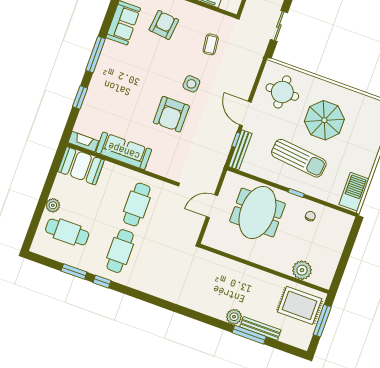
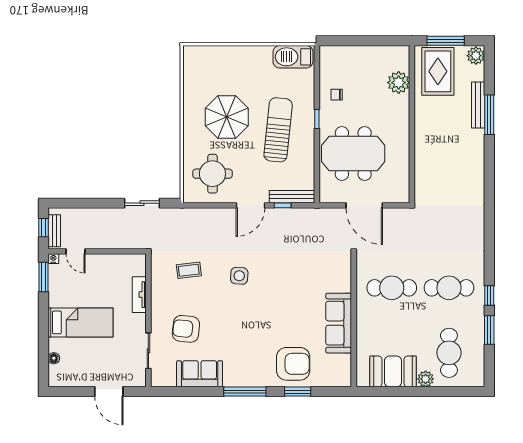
armchair: (171, 114) -> (293, 364), moved
fireplace: (83, 142) -> (344, 371), removed
booth: (81, 166) -> (393, 371), moved, turned 90
door: (212, 206) -> (364, 205), width x1.36
plant: (234, 317) -> (476, 56), moved

